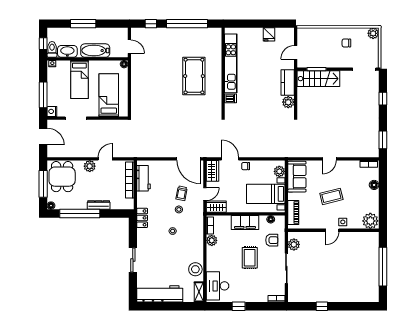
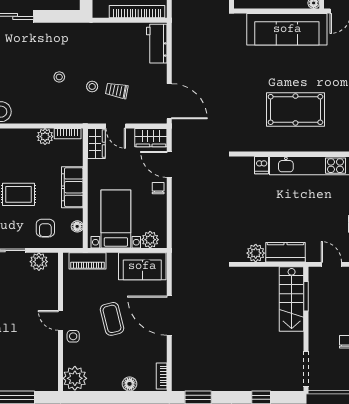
sofa: (141, 82) -> (287, 29), added
door: (189, 159) -> (169, 101), swing flipped
door: (230, 159) -> (169, 164), swing flipped
door: (329, 159) -> (169, 316), width x1.87
workbench: (144, 178) -> (157, 44), moved, turned 90
locker: (142, 218) -> (79, 31), removed

